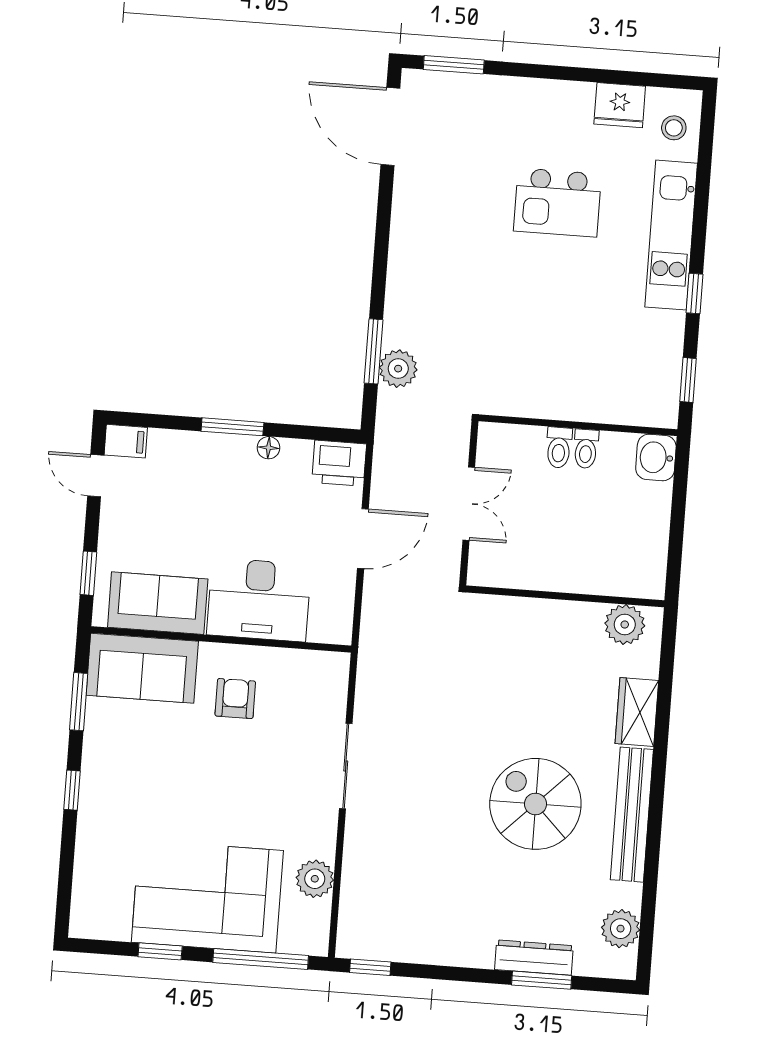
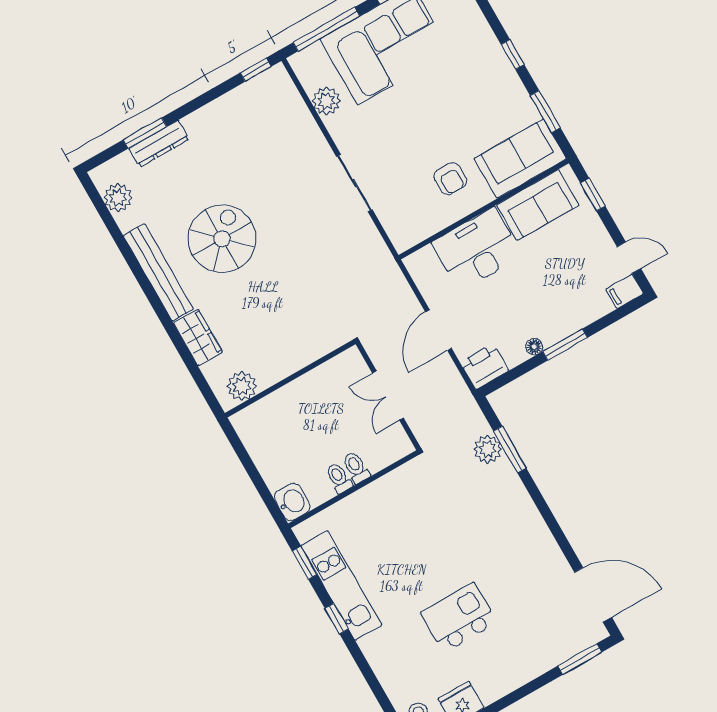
kitchen unit: (671, 235) -> (341, 585), moved
spiral stairs: (535, 804) -> (222, 239), turned -90

